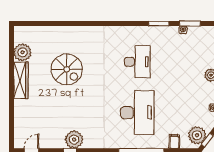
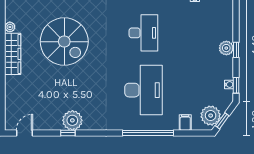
plant: (22, 52) -> (10, 27), width x0.53, depth x0.53
spiral stairs: (67, 69) -> (64, 42), width x1.37, depth x1.37

